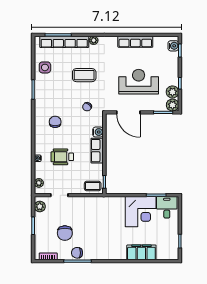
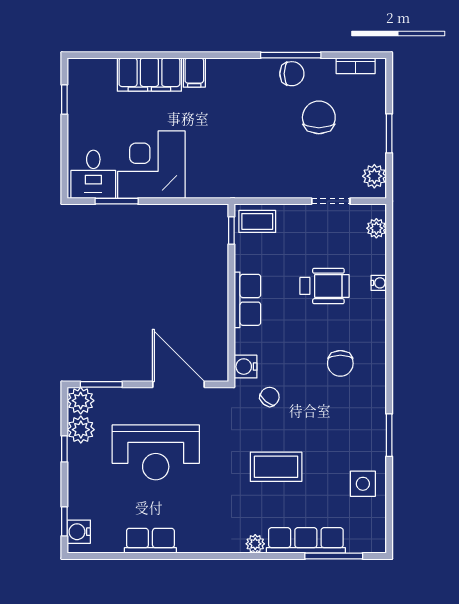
row of seats: (64, 42) -> (306, 540), width x0.73
row of seats: (135, 42) -> (150, 541), width x0.68
water cooler: (98, 132) -> (246, 367), moved
filing cabinet: (121, 253) -> (194, 73), added

